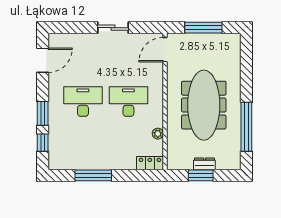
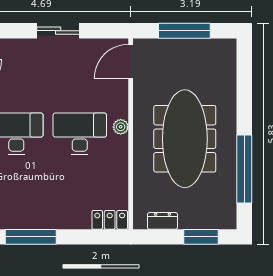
plant: (158, 134) -> (121, 127), moved
dresser: (204, 164) -> (162, 221), moved
window: (201, 175) -> (201, 237), moved

